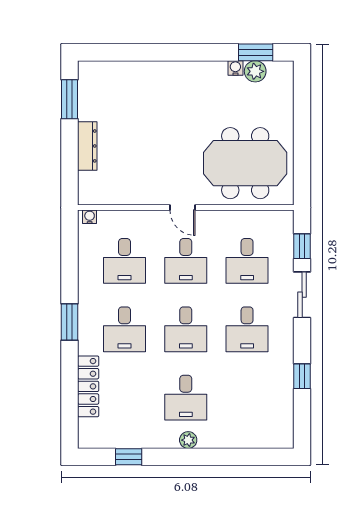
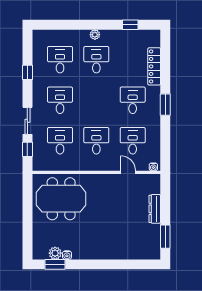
door: (183, 208) -> (128, 172), moved
desk: (186, 329) -> (60, 60), moved

